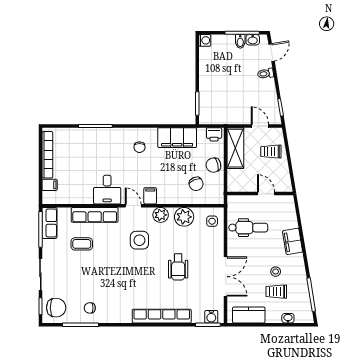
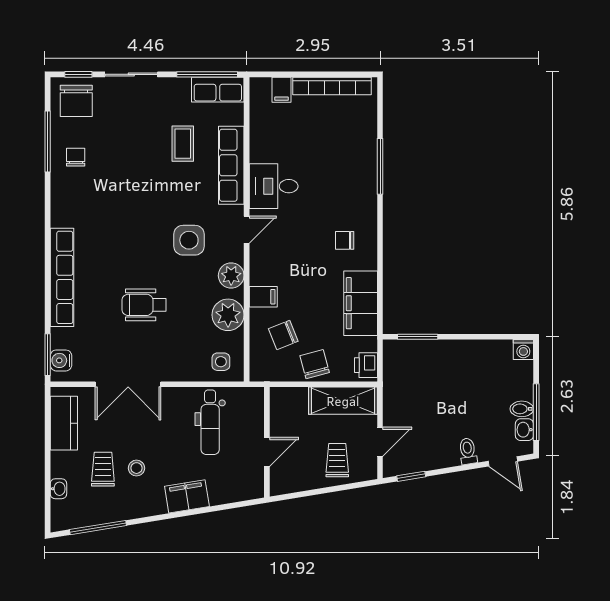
filing cabinet: (150, 196) -> (263, 297), moved

